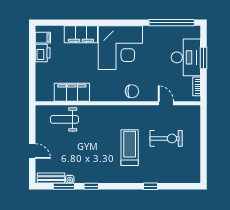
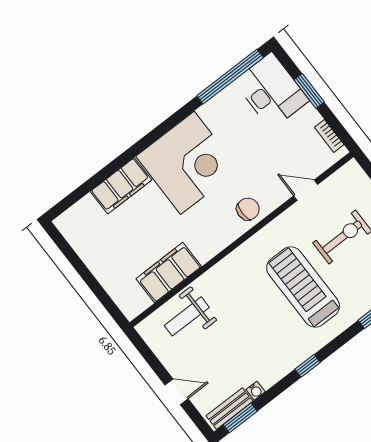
filing cabinet: (43, 38) -> (74, 230), removed
printer: (43, 53) -> (89, 250), removed
desk: (186, 57) -> (271, 91), moved
treadmill: (130, 148) -> (303, 287), width x1.37, depth x1.38
window: (64, 186) -> (240, 418), moved
window: (91, 186) -> (308, 366), moved

